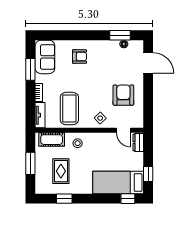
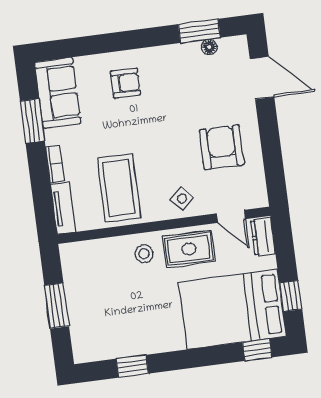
cot: (52, 140) -> (92, 253), removed
rug: (61, 171) -> (189, 249), moved, turned 90
bed: (118, 183) -> (232, 309), width x1.50

